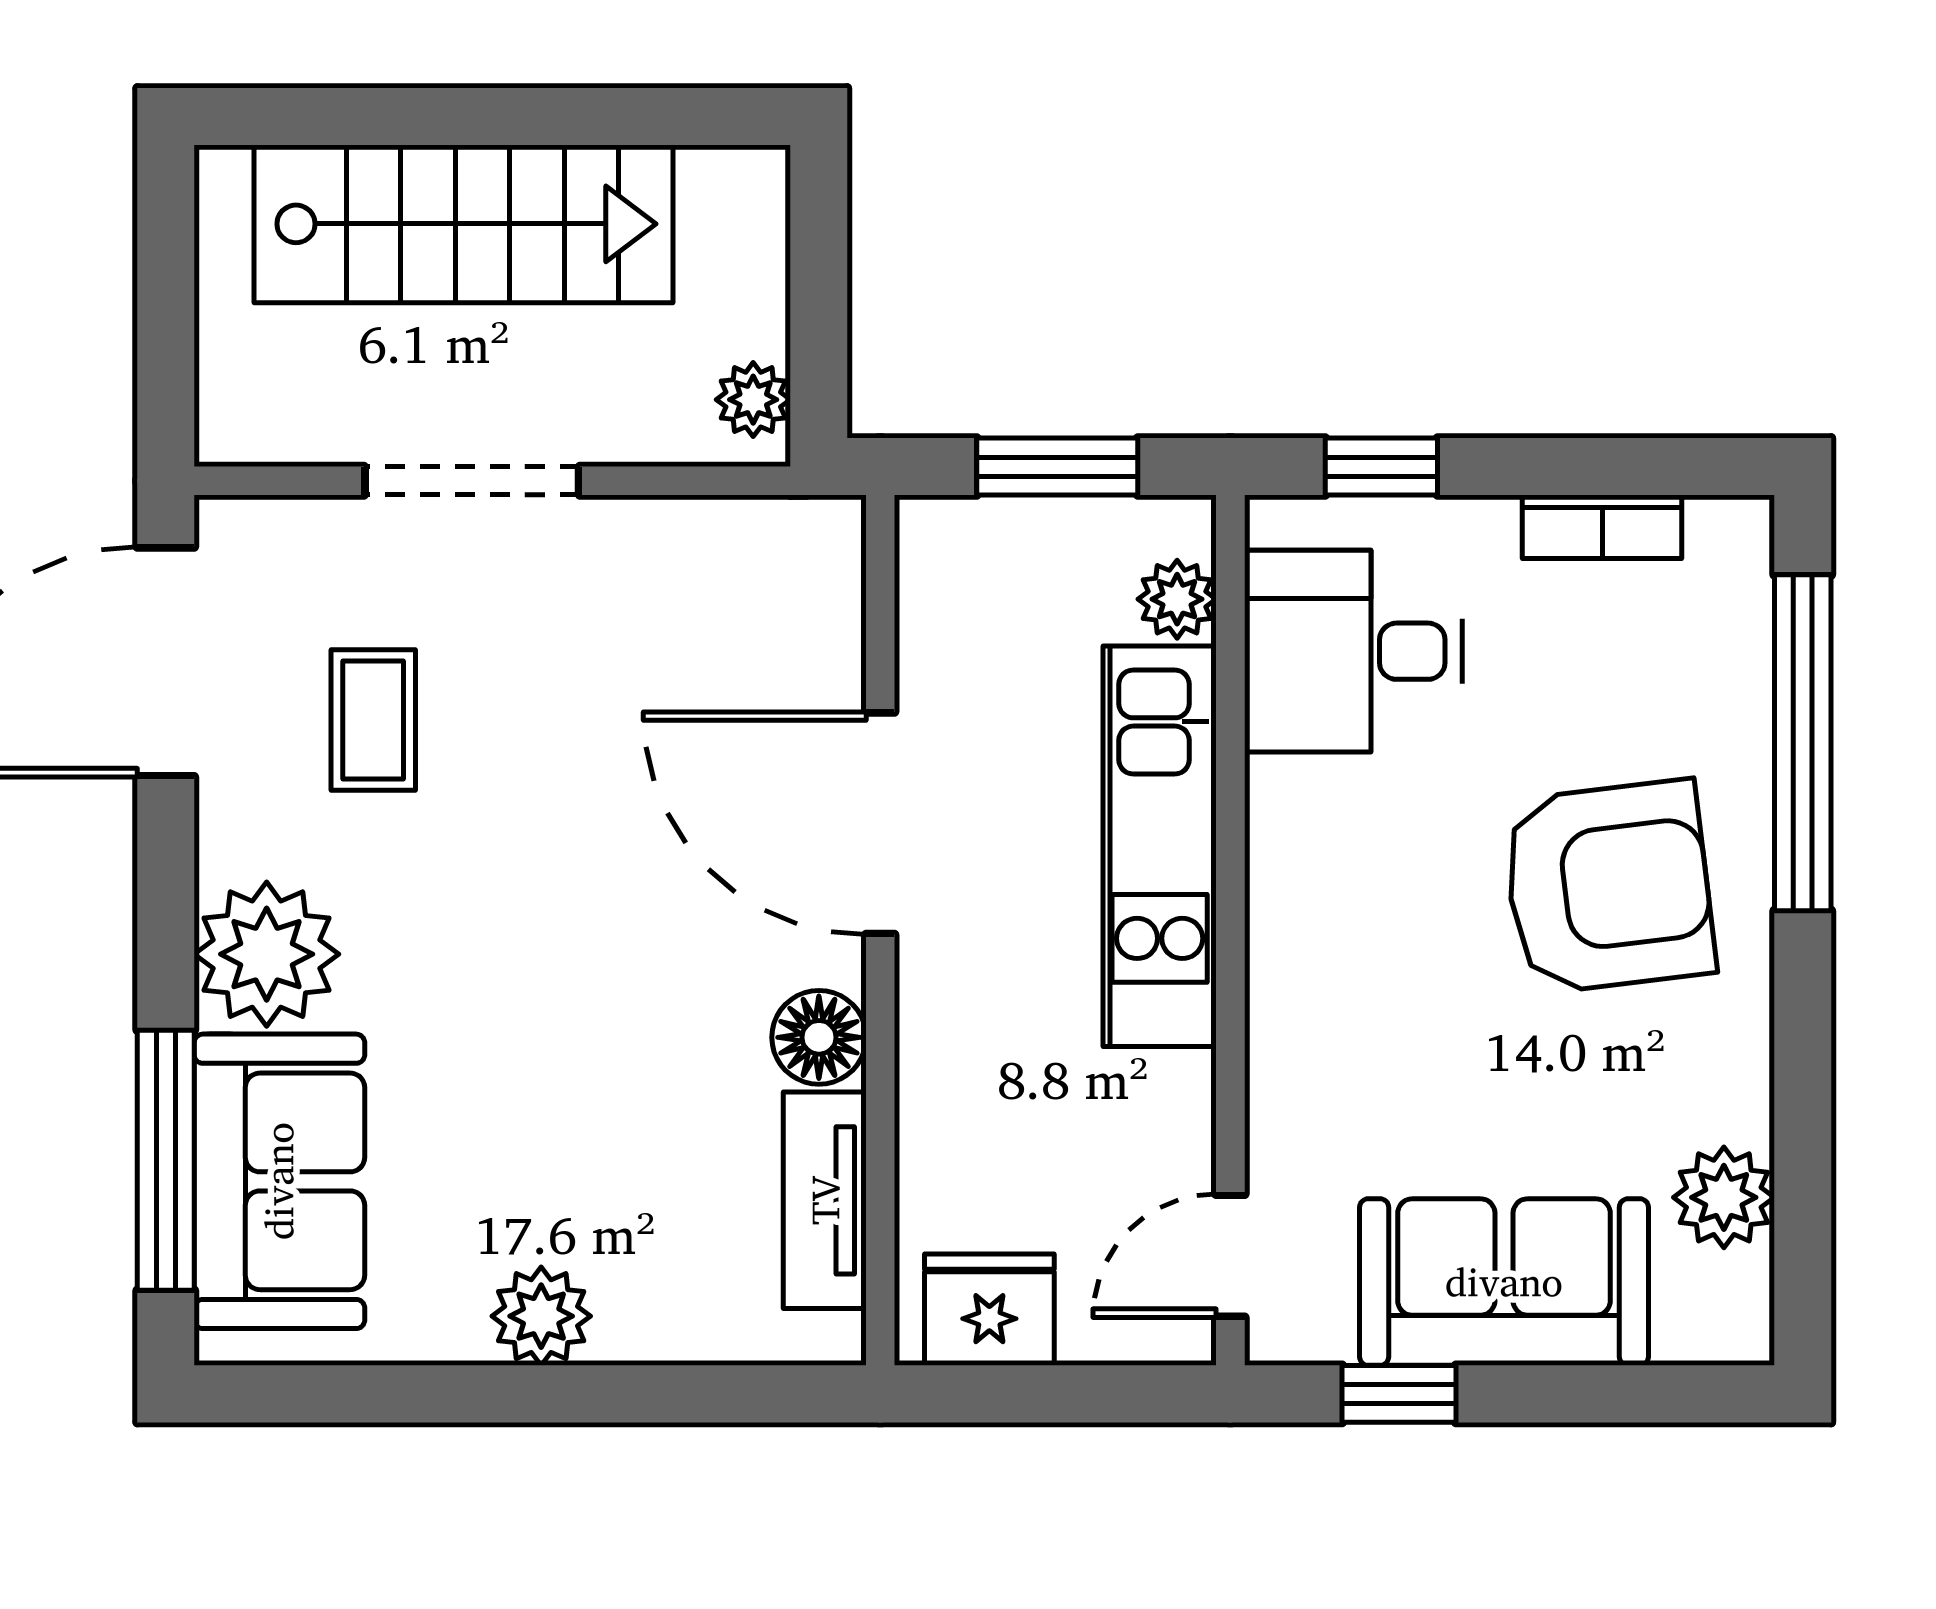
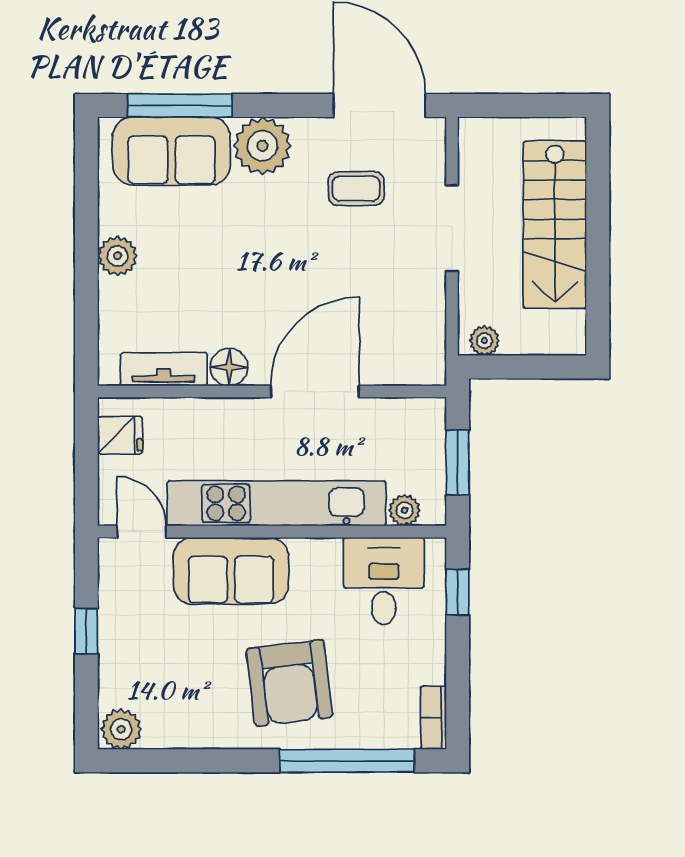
bookcase: (1602, 527) -> (434, 718), moved
kitchen unit: (1160, 846) -> (276, 503), width x1.36
plant: (1724, 1197) -> (121, 729), moved
sofa: (1504, 1282) -> (231, 571), moved, turned 90
fridge: (989, 1310) -> (120, 435), width x0.72
window: (1399, 1394) -> (86, 631), moved

